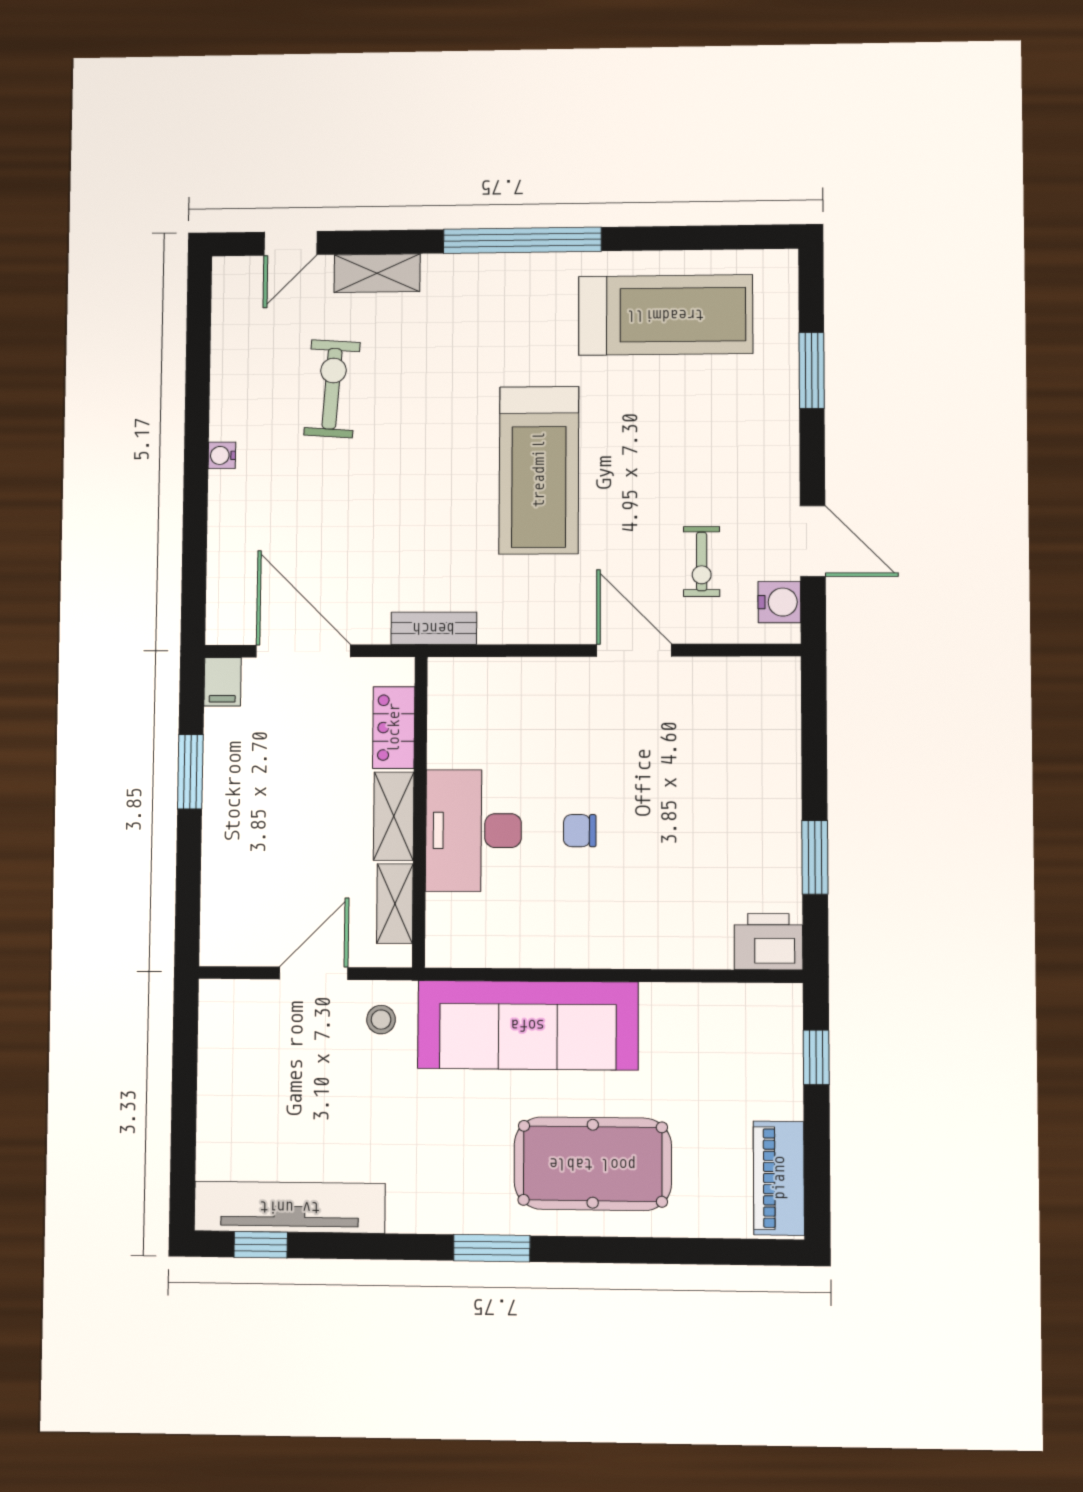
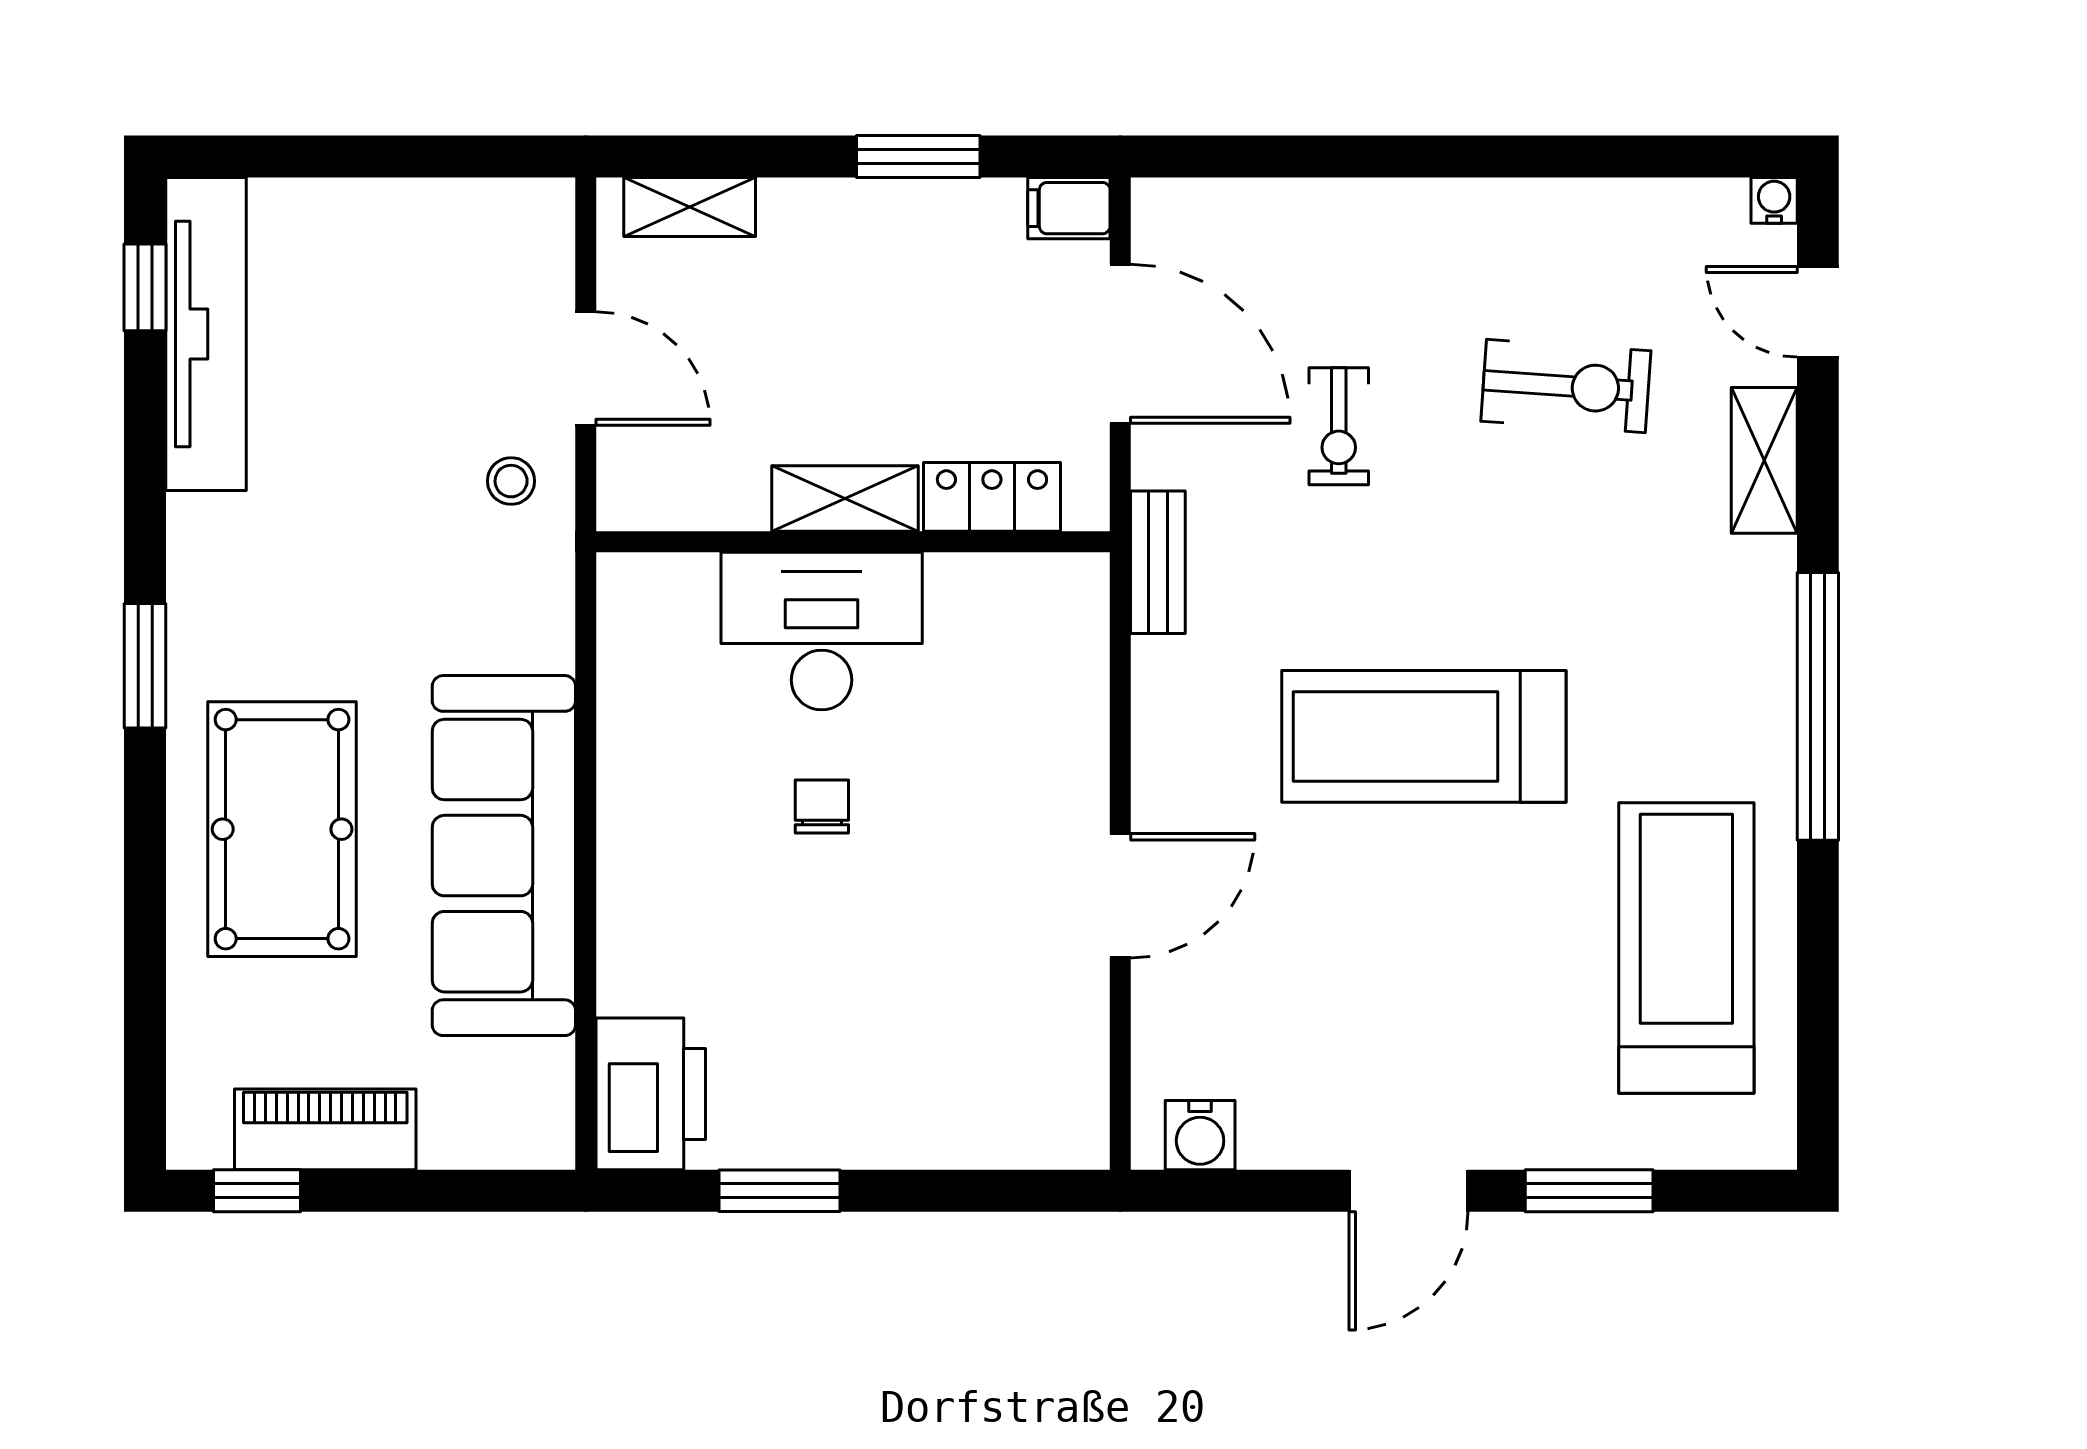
treadmill: (666, 315) -> (1686, 948), turned 180
water cooler: (222, 455) -> (1774, 200), moved
door: (813, 541) -> (1408, 1191), moved
exercise bike: (702, 561) -> (1339, 426), moved, turned -90
door: (303, 651) -> (1120, 344), hinge flipped
shelving: (395, 904) -> (690, 207), moved
printer: (768, 942) -> (651, 1094), width x1.37, depth x1.19
sofa: (528, 1025) -> (504, 856), moved
window: (816, 1057) -> (257, 1191), moved
piano: (779, 1178) -> (325, 1129), moved

